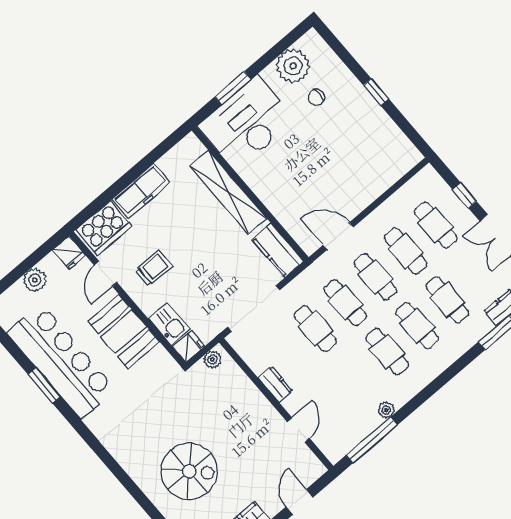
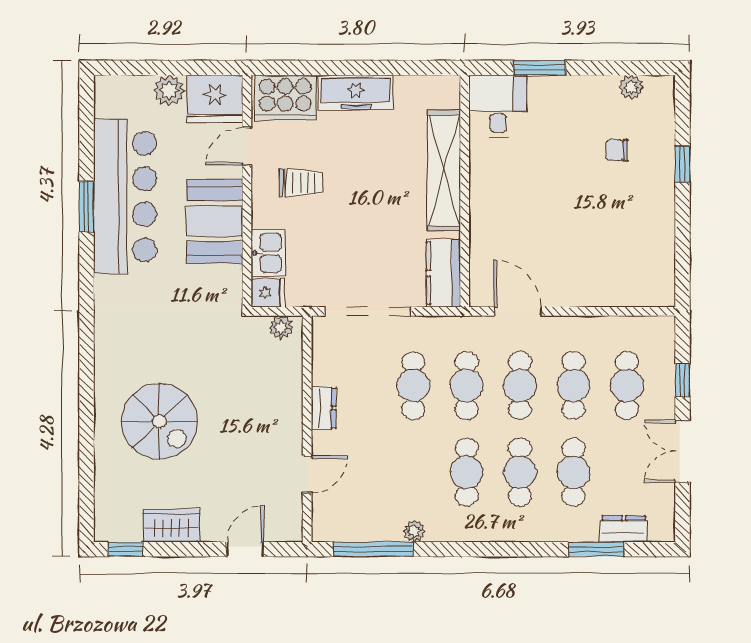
plant: (293, 66) -> (631, 87), width x0.53, depth x0.53
window: (376, 92) -> (682, 164), moved
desk: (247, 123) -> (498, 106), width x0.53, depth x0.77
fridge: (69, 253) -> (215, 99), width x1.88, depth x1.34

